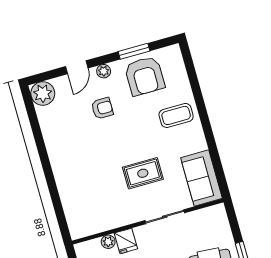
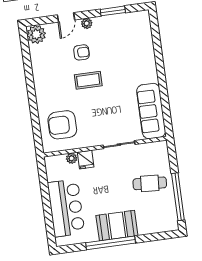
armchair: (145, 76) -> (62, 125), moved, turned 90
coffee table: (176, 115) -> (88, 80), moved
rug: (143, 173) -> (106, 108), removed
sofa: (201, 178) -> (151, 111), width x1.36

